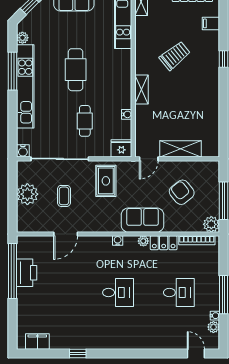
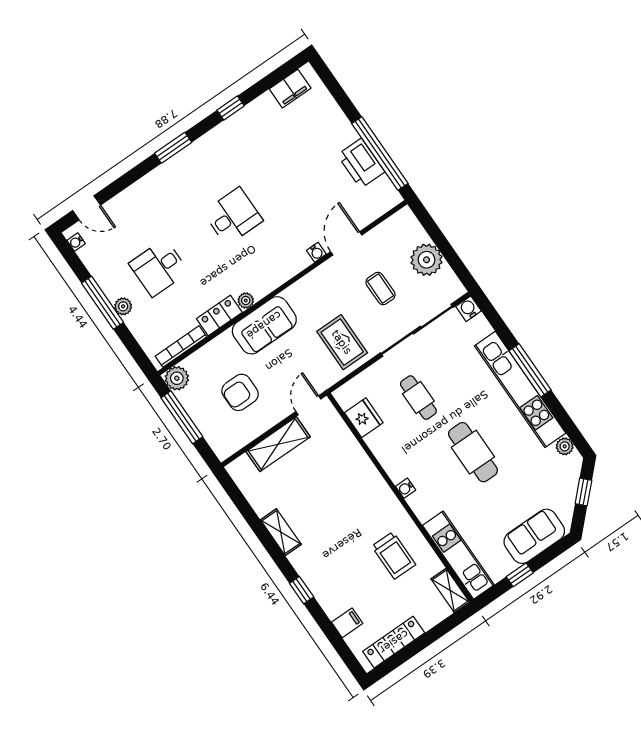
trolley: (175, 56) -> (394, 555), moved, turned -51
window: (12, 71) -> (530, 370), moved
shelving: (142, 89) -> (281, 532), moved
water cooler: (127, 114) -> (406, 488), moved
fridge: (121, 148) -> (364, 418), moved, turned -90
armchair: (182, 192) -> (240, 392), turned 129
water cooler: (118, 241) -> (316, 252), moved
desk: (118, 293) -> (233, 216), turned 180
water cooler: (215, 316) -> (76, 242), moved
plant: (213, 327) -> (123, 306), moved
window: (125, 353) -> (173, 148), added

